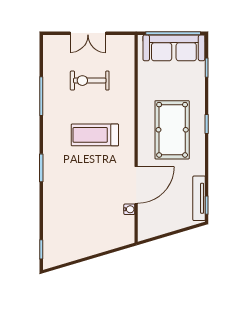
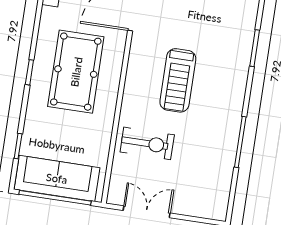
double door: (88, 33) -> (147, 212), moved
exercise bike: (90, 81) -> (147, 143), moved
treadmill: (95, 135) -> (178, 80), turned 90

